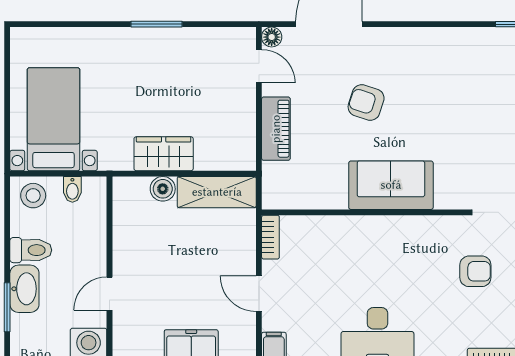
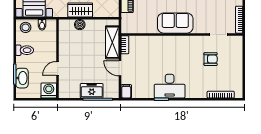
shelving: (217, 192) -> (112, 42), moved, turned 90
washbasin: (24, 289) -> (22, 78), moved

